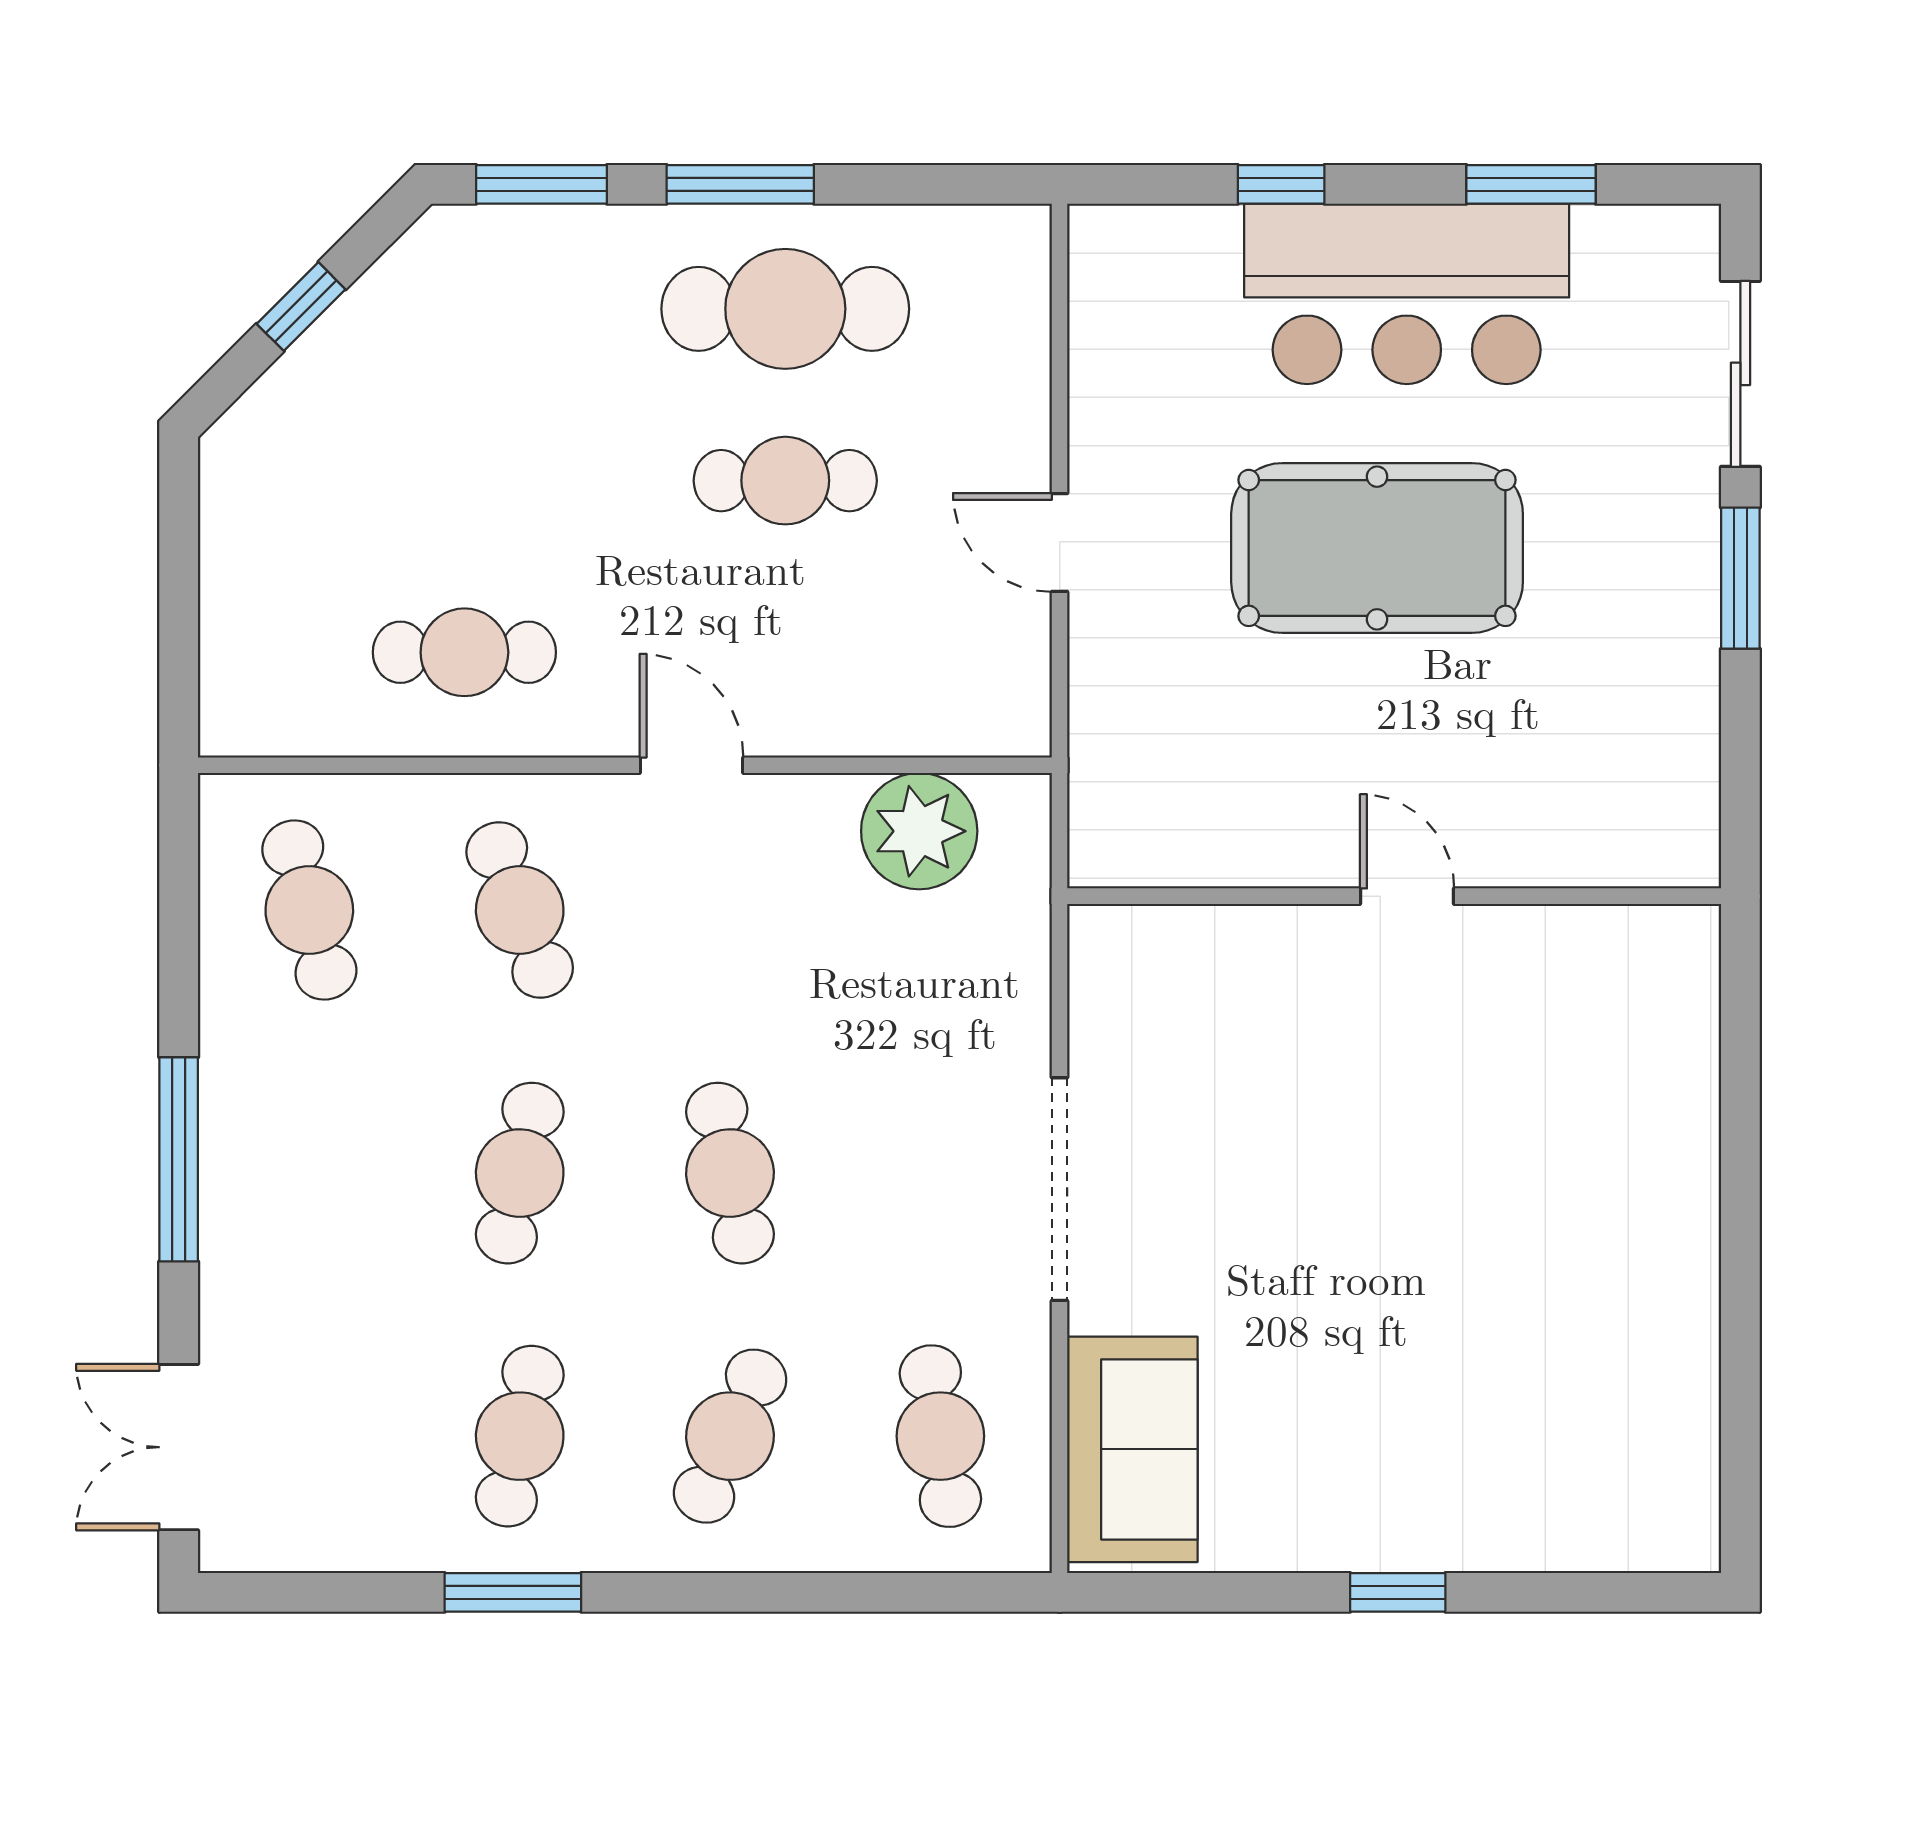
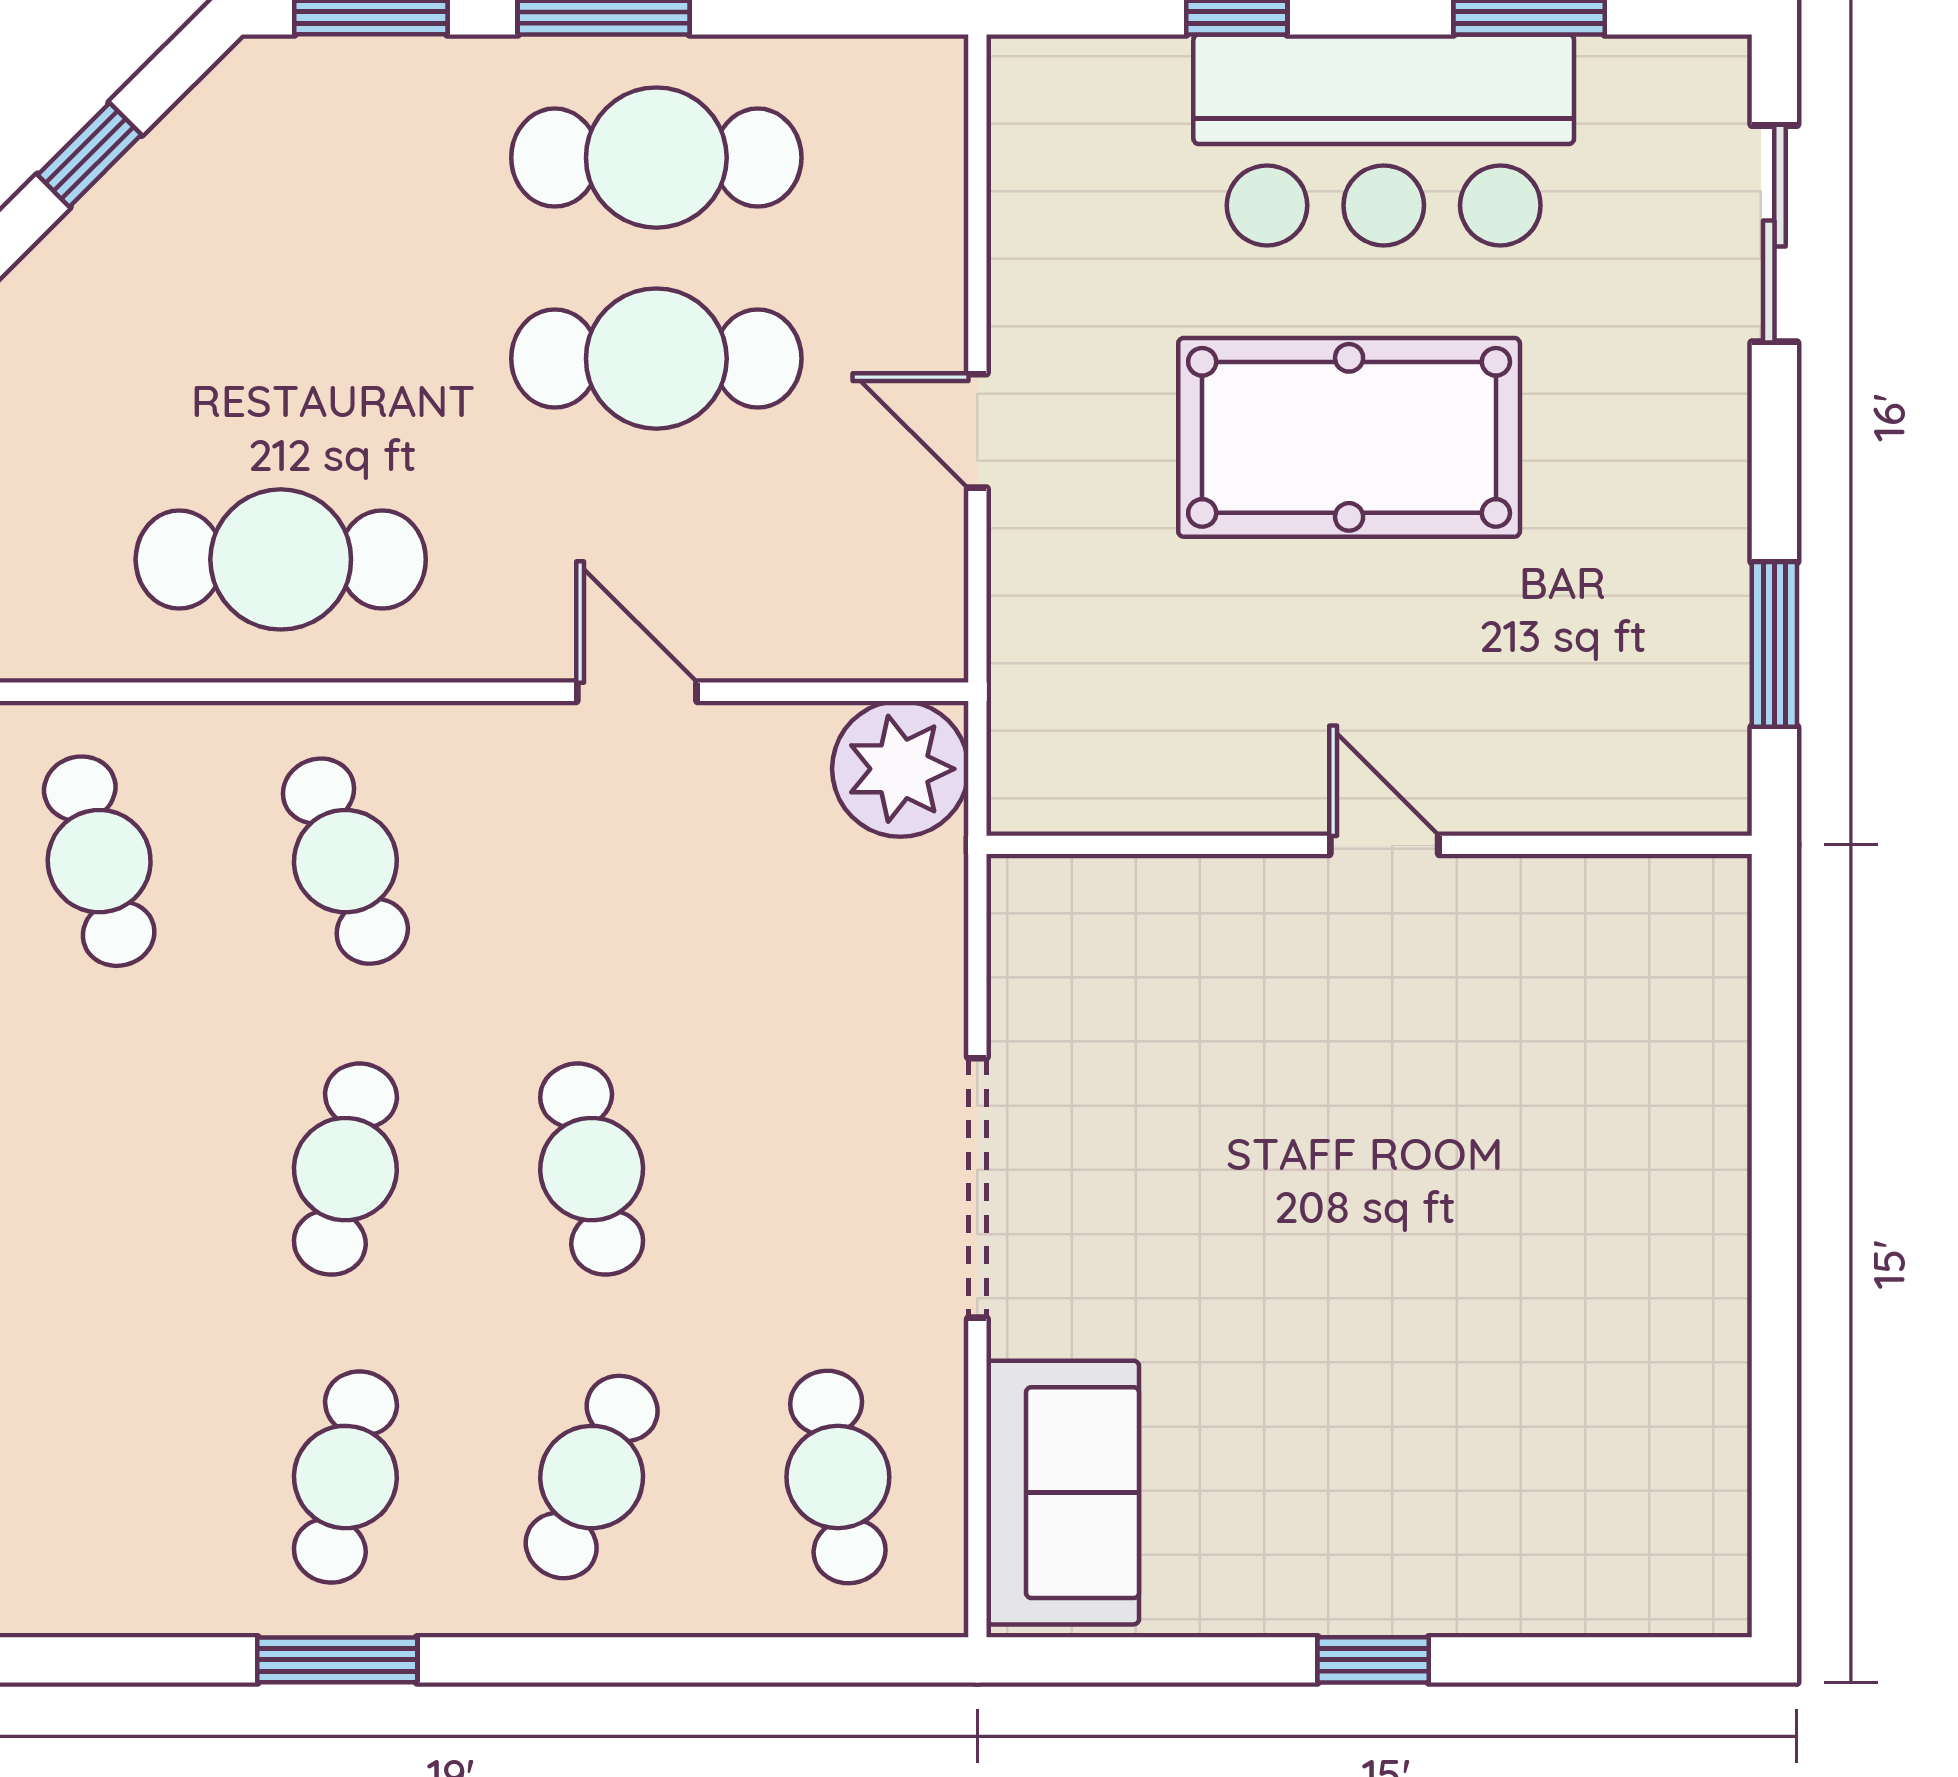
cafe table: (785, 481) -> (656, 359), width x1.37, depth x1.35
window: (1740, 578) -> (1774, 644), moved
cafe table: (464, 652) -> (281, 559), width x1.37, depth x1.35
door: (692, 765) -> (637, 692), moved
plant: (919, 831) -> (900, 769), moved

